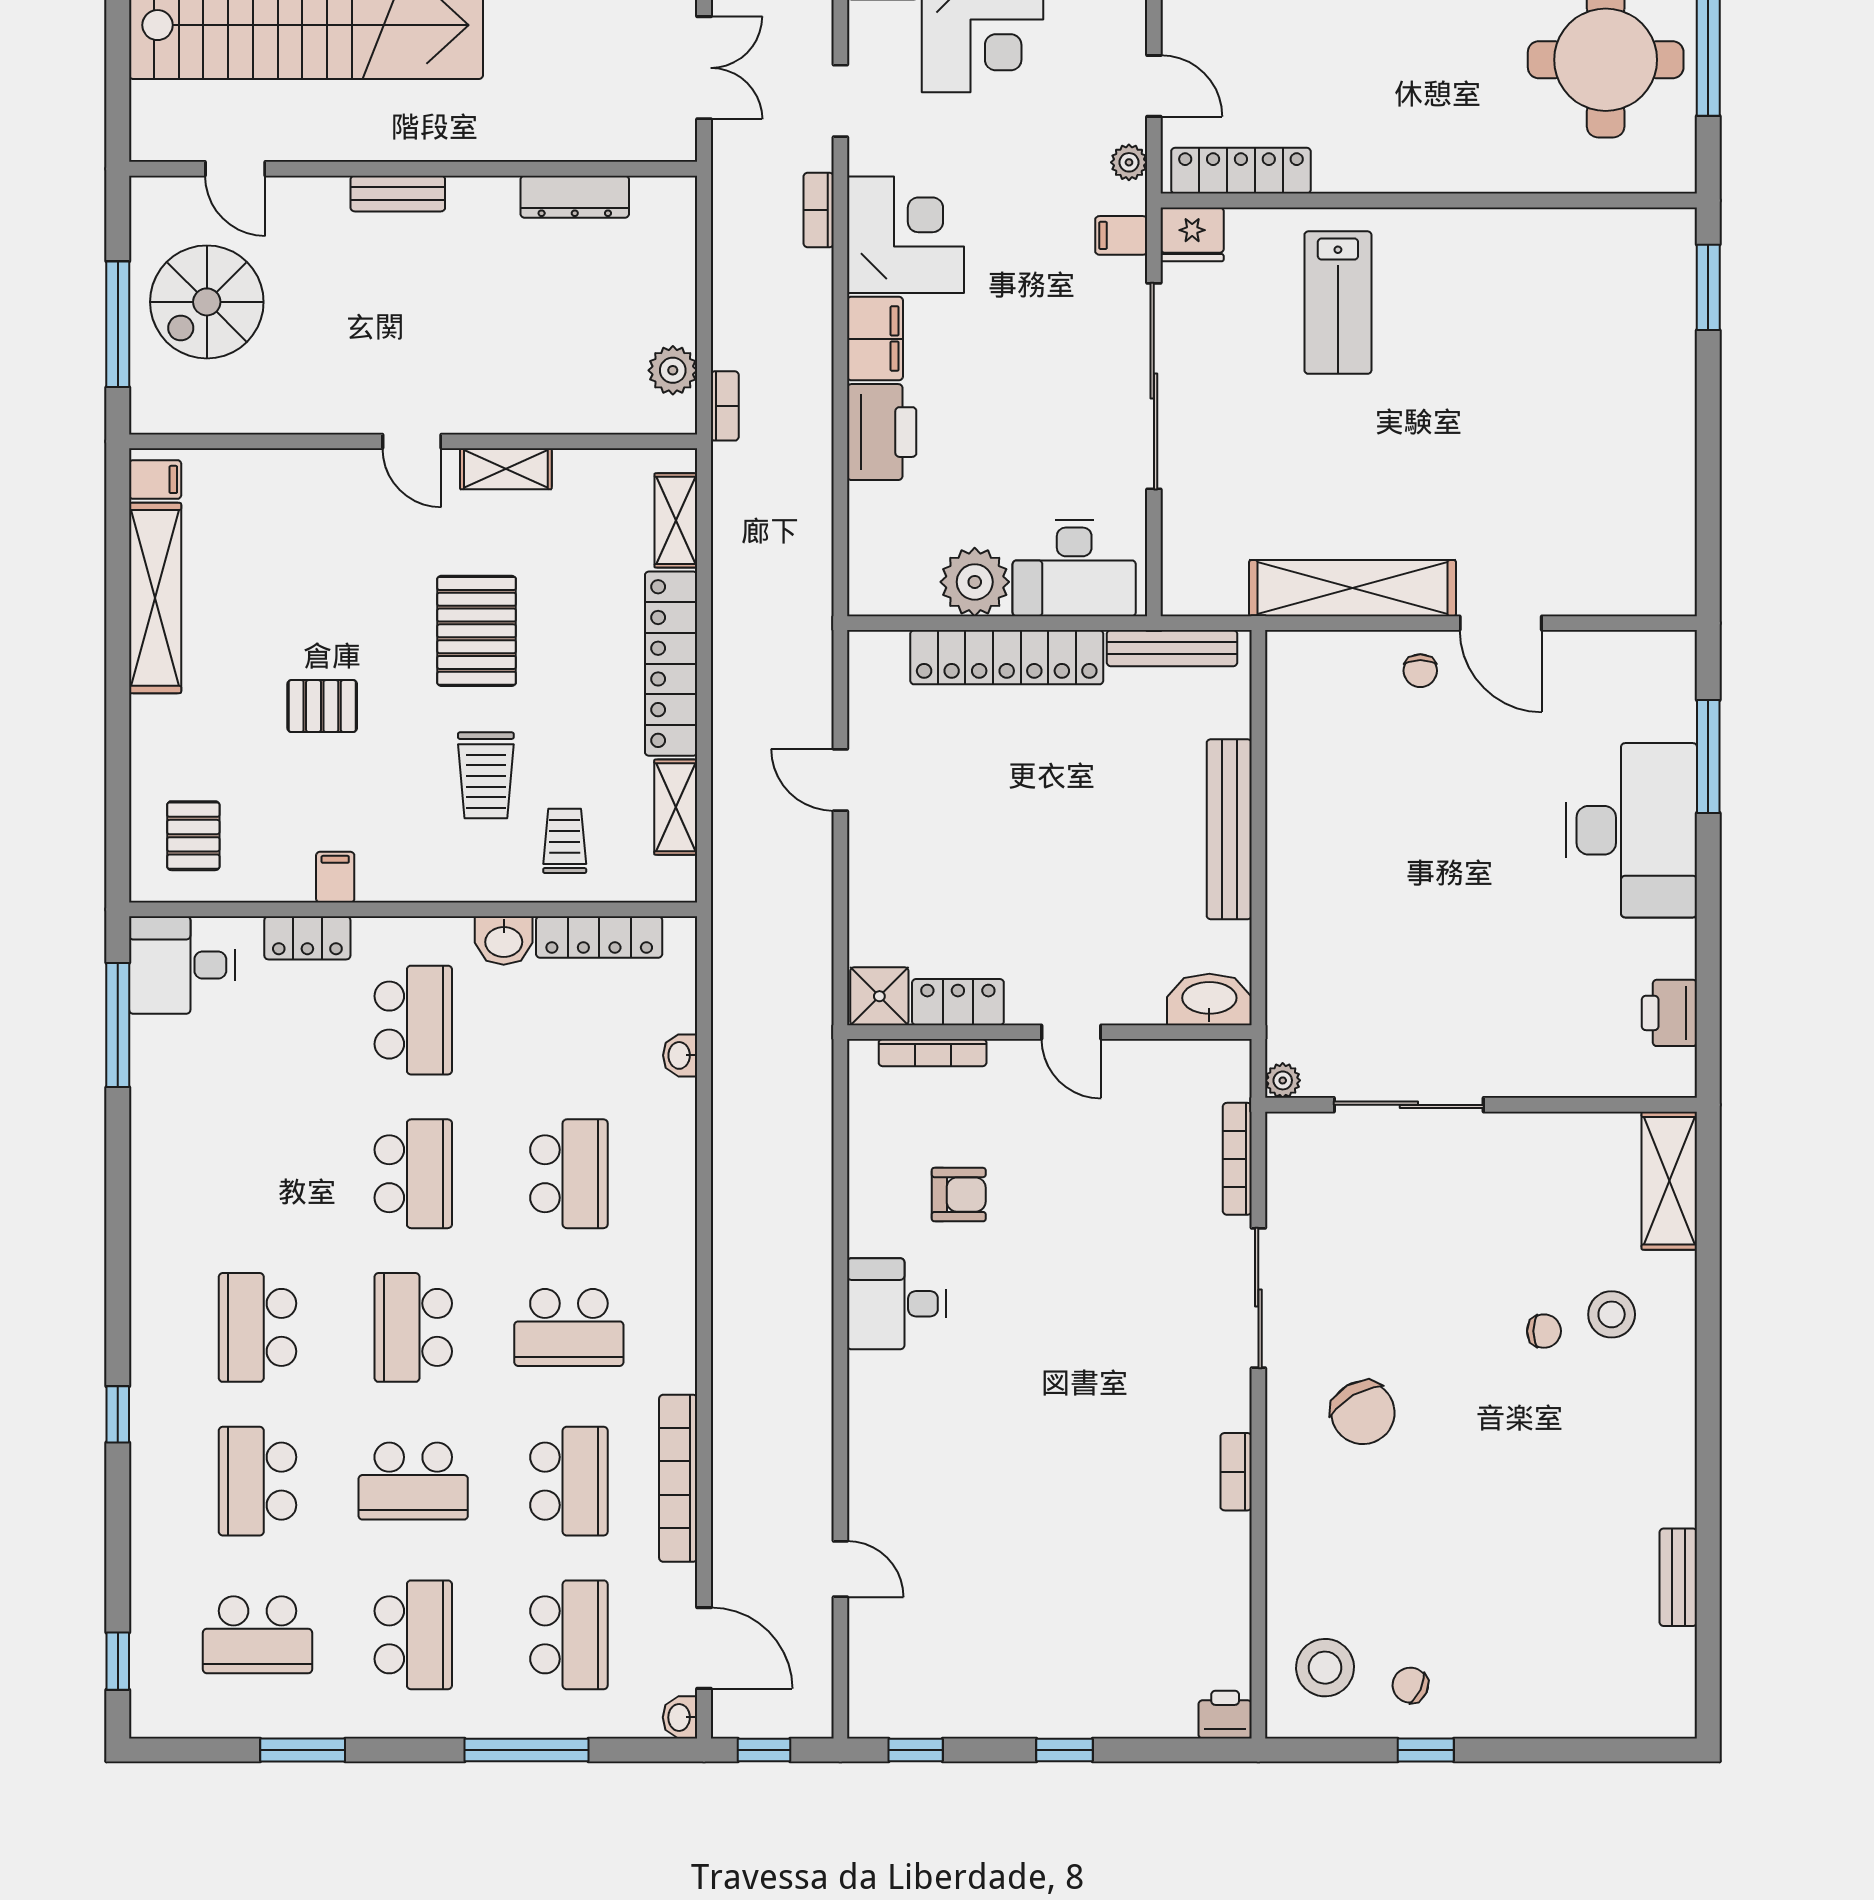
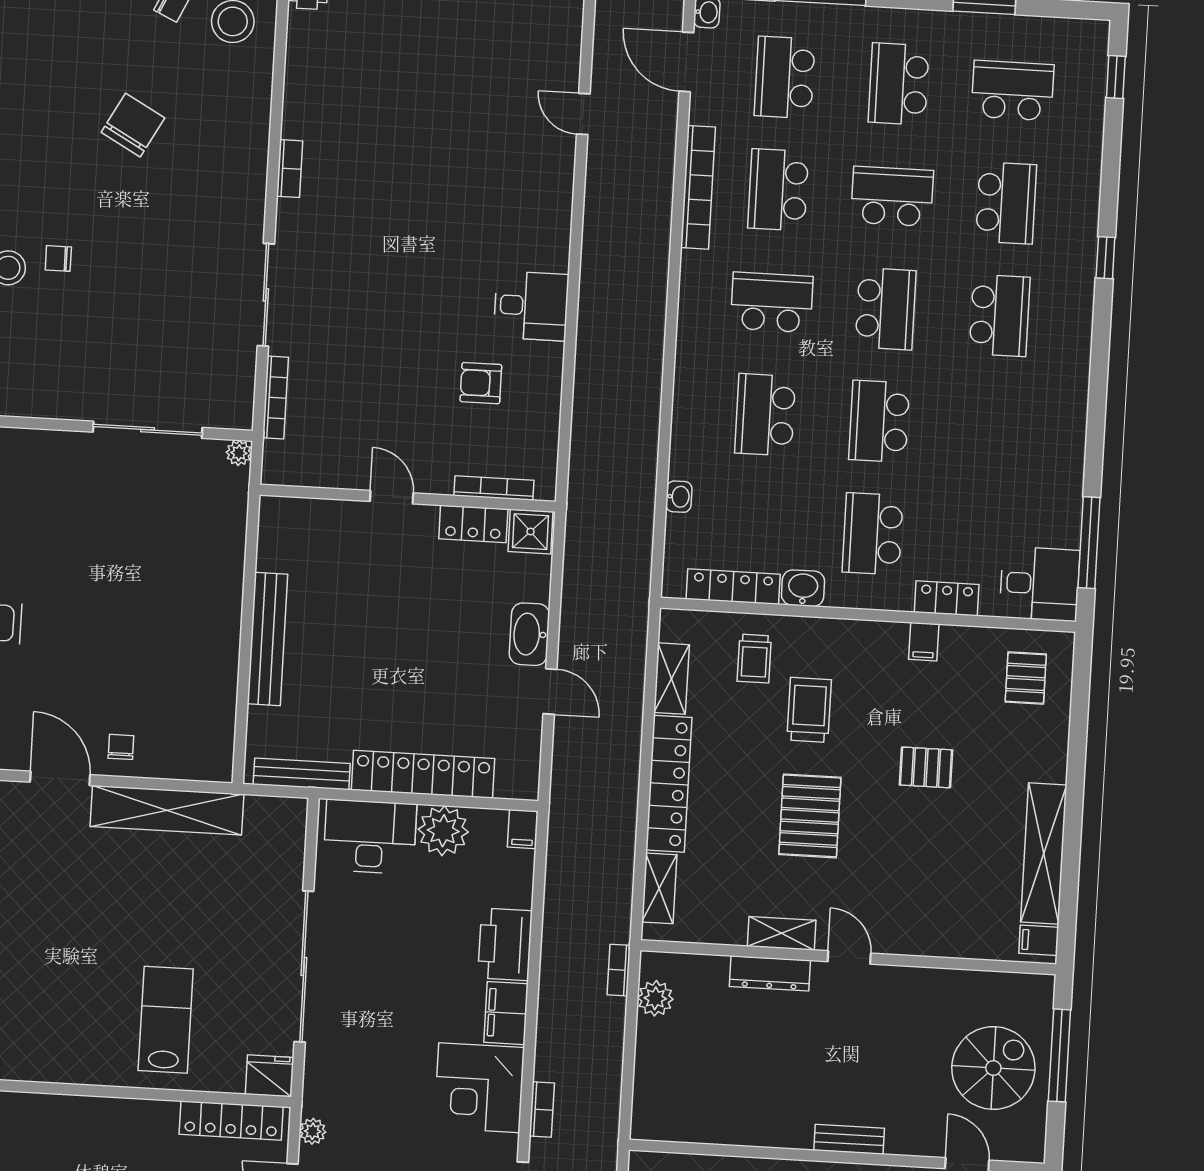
dresser: (575, 197) -> (770, 973), moved, turned 180
filing cabinet: (1121, 235) -> (523, 829), moved, turned 90
washbasin: (1209, 999) -> (529, 634), moved, turned 90
chair: (1363, 1413) -> (133, 125), moved, turned 59

